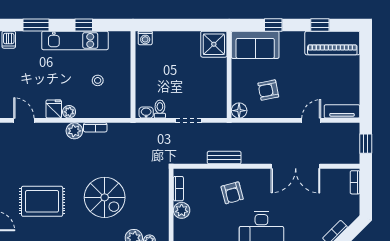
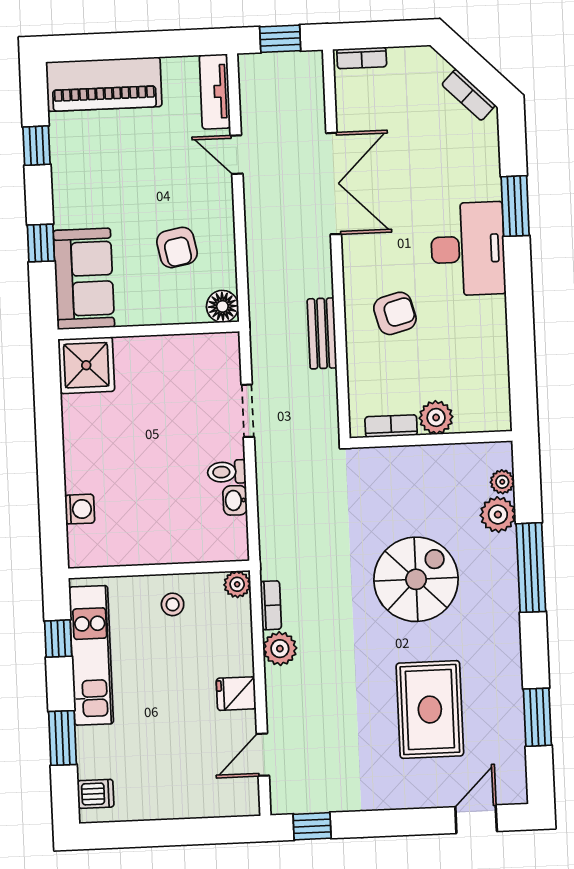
piano: (332, 43) -> (104, 84), moved, turned 90
wall: (133, 75) -> (159, 569), moved
plant: (69, 112) -> (237, 584), moved

